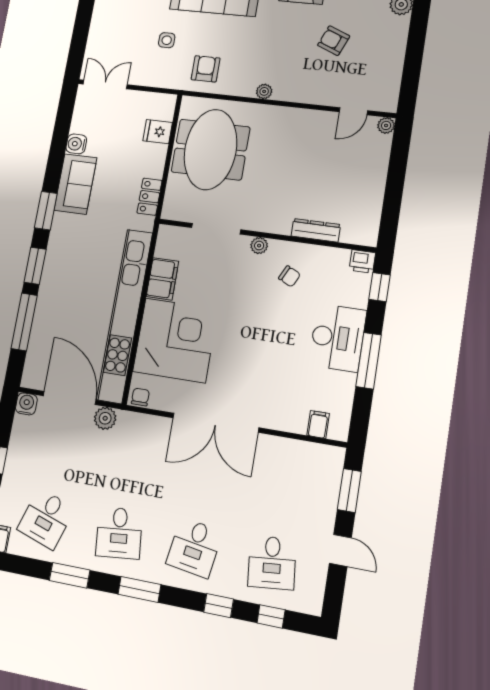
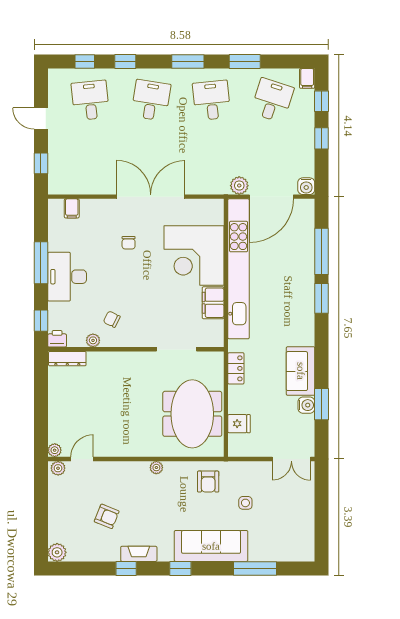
plant: (385, 103) -> (58, 468), added
window: (46, 211) -> (322, 404), moved
dresser: (316, 230) -> (67, 359), moved
plant: (259, 246) -> (93, 340), moved
chair: (140, 397) -> (129, 243), moved
door: (70, 398) -> (271, 197), hinge flipped
window: (349, 491) -> (41, 163), width x0.67

